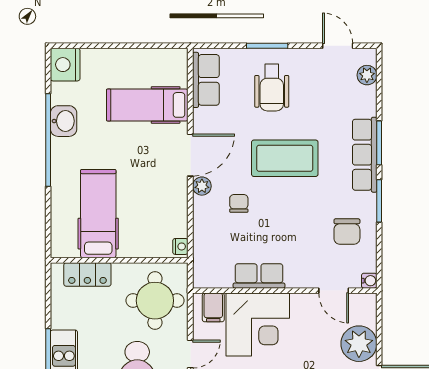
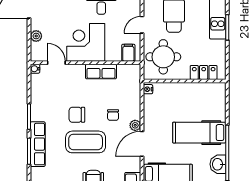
hospital bed: (98, 214) -> (199, 133), moved, turned 90
chair: (347, 232) -> (77, 115), moved, turned -90
corner desk: (258, 325) -> (86, 42), moved
plant: (359, 344) -> (36, 36), width x0.53, depth x0.53

